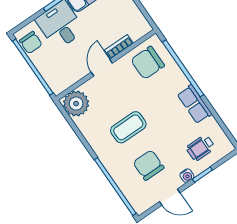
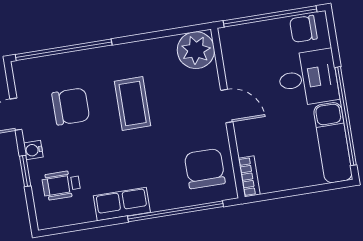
bookcase: (119, 47) -> (249, 176), moved
wheelchair: (201, 148) -> (61, 185), turned -90

